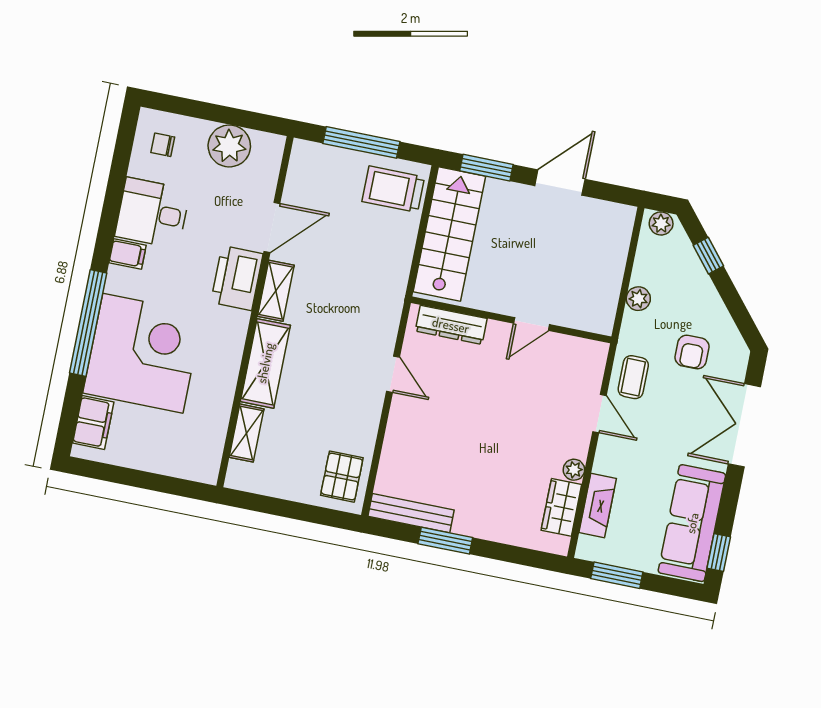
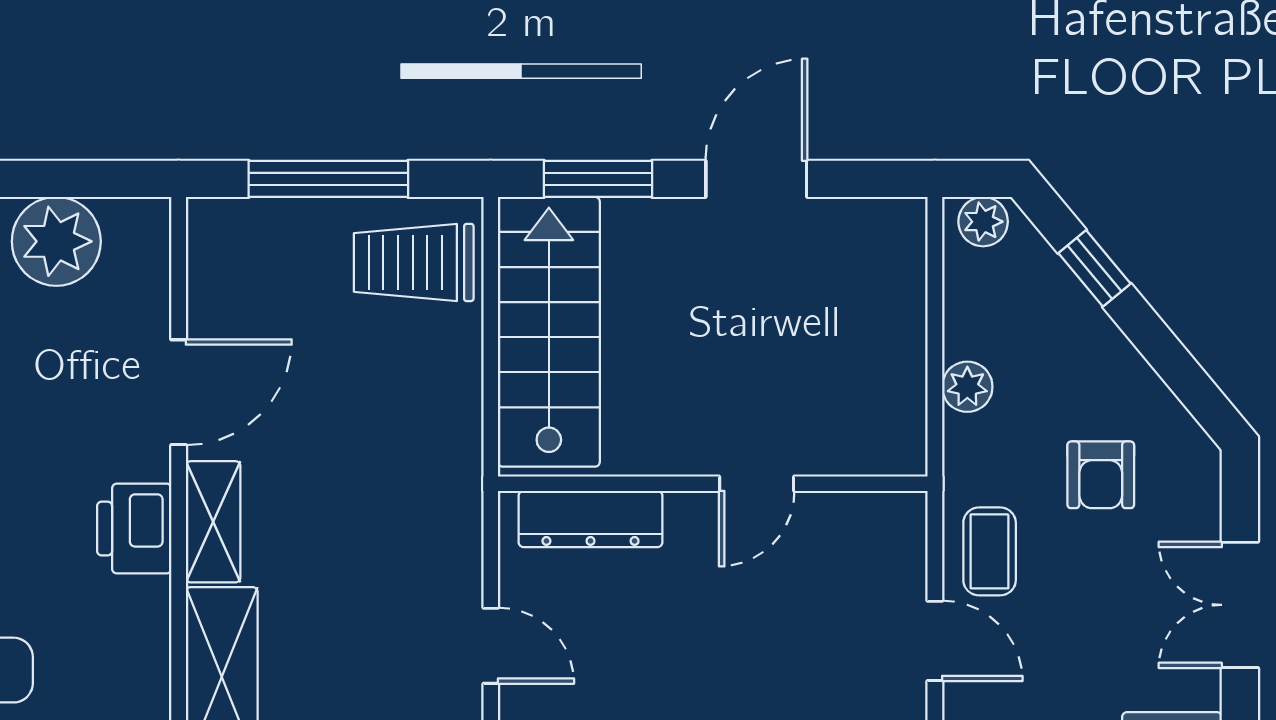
printer: (237, 278) -> (134, 529), width x0.73, depth x0.84
double door: (744, 425) -> (1240, 605), width x0.73

